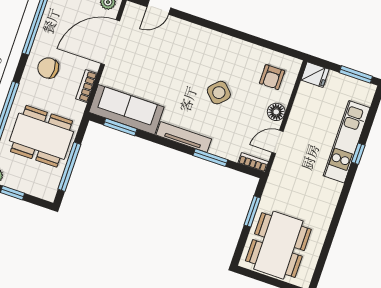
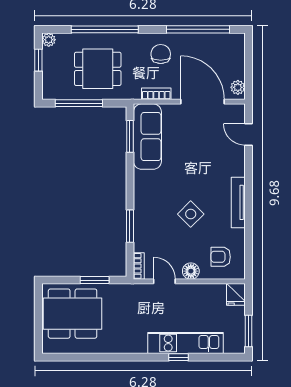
dining table: (42, 136) -> (98, 69), width x0.73
tv unit: (184, 137) -> (238, 202), moved, turned 180

